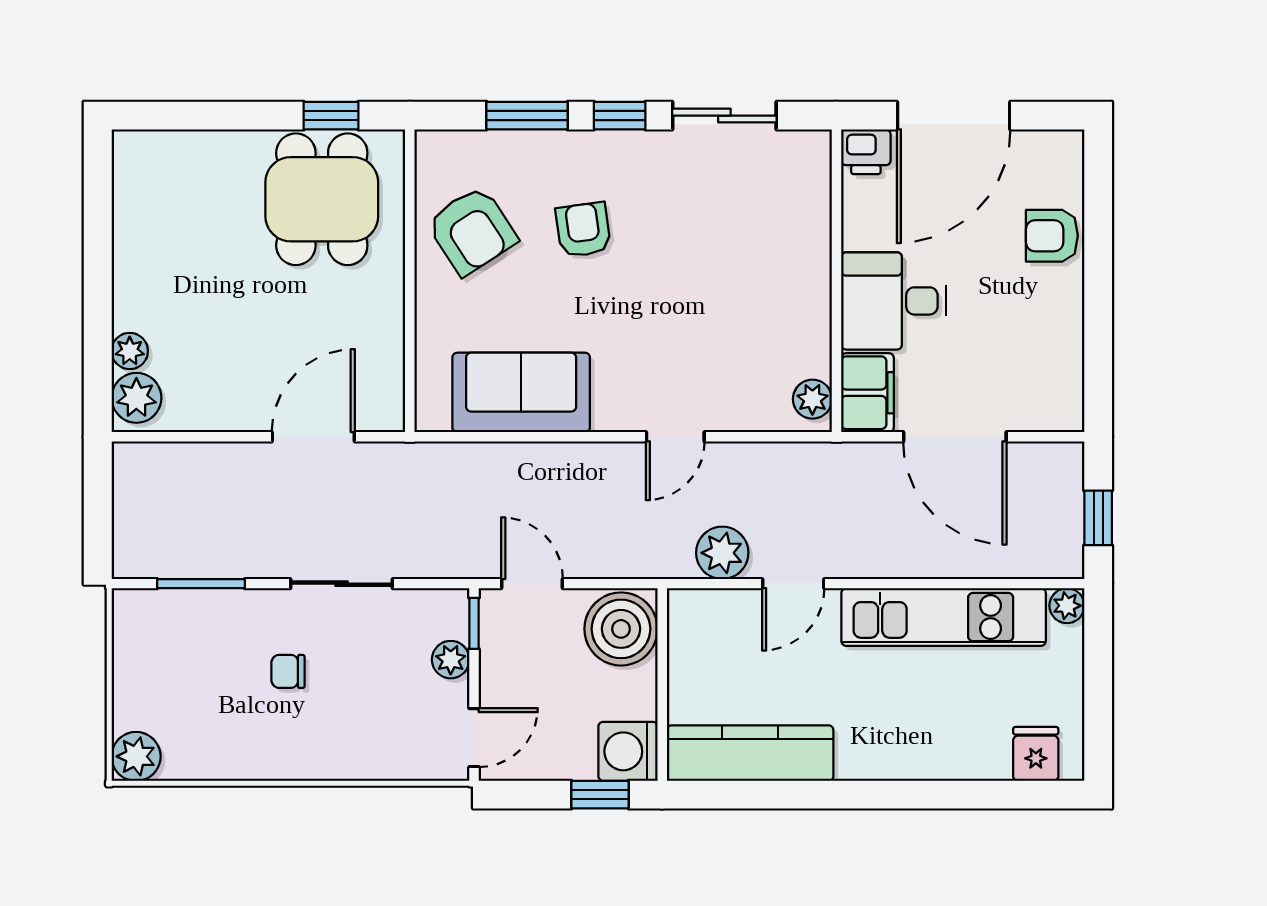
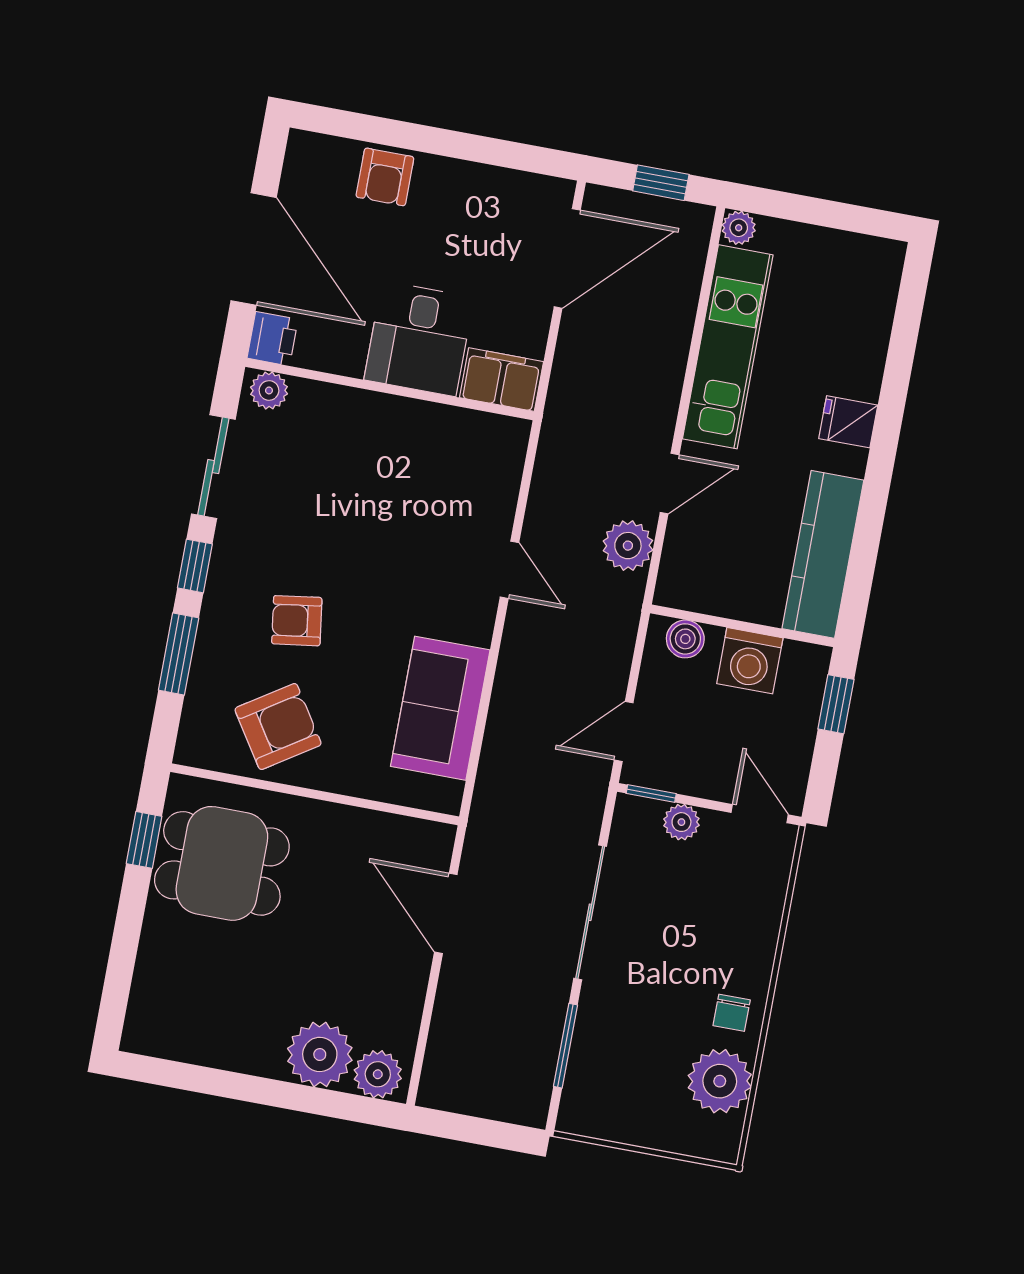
plant: (130, 351) -> (320, 1054), width x1.87, depth x1.87
plant: (812, 399) -> (269, 390), moved
door: (955, 437) -> (567, 258), moved
sliding door: (341, 584) -> (590, 912), width x1.37
door: (793, 584) -> (670, 484), hinge flipped
boiler: (621, 629) -> (685, 639), width x0.54, depth x0.54
chair: (288, 671) -> (732, 1013), moved
washing machine: (628, 751) -> (750, 661), moved
fridge: (1036, 754) -> (848, 422), moved
plant: (136, 756) -> (720, 1081), moved, width x1.36, depth x1.36

